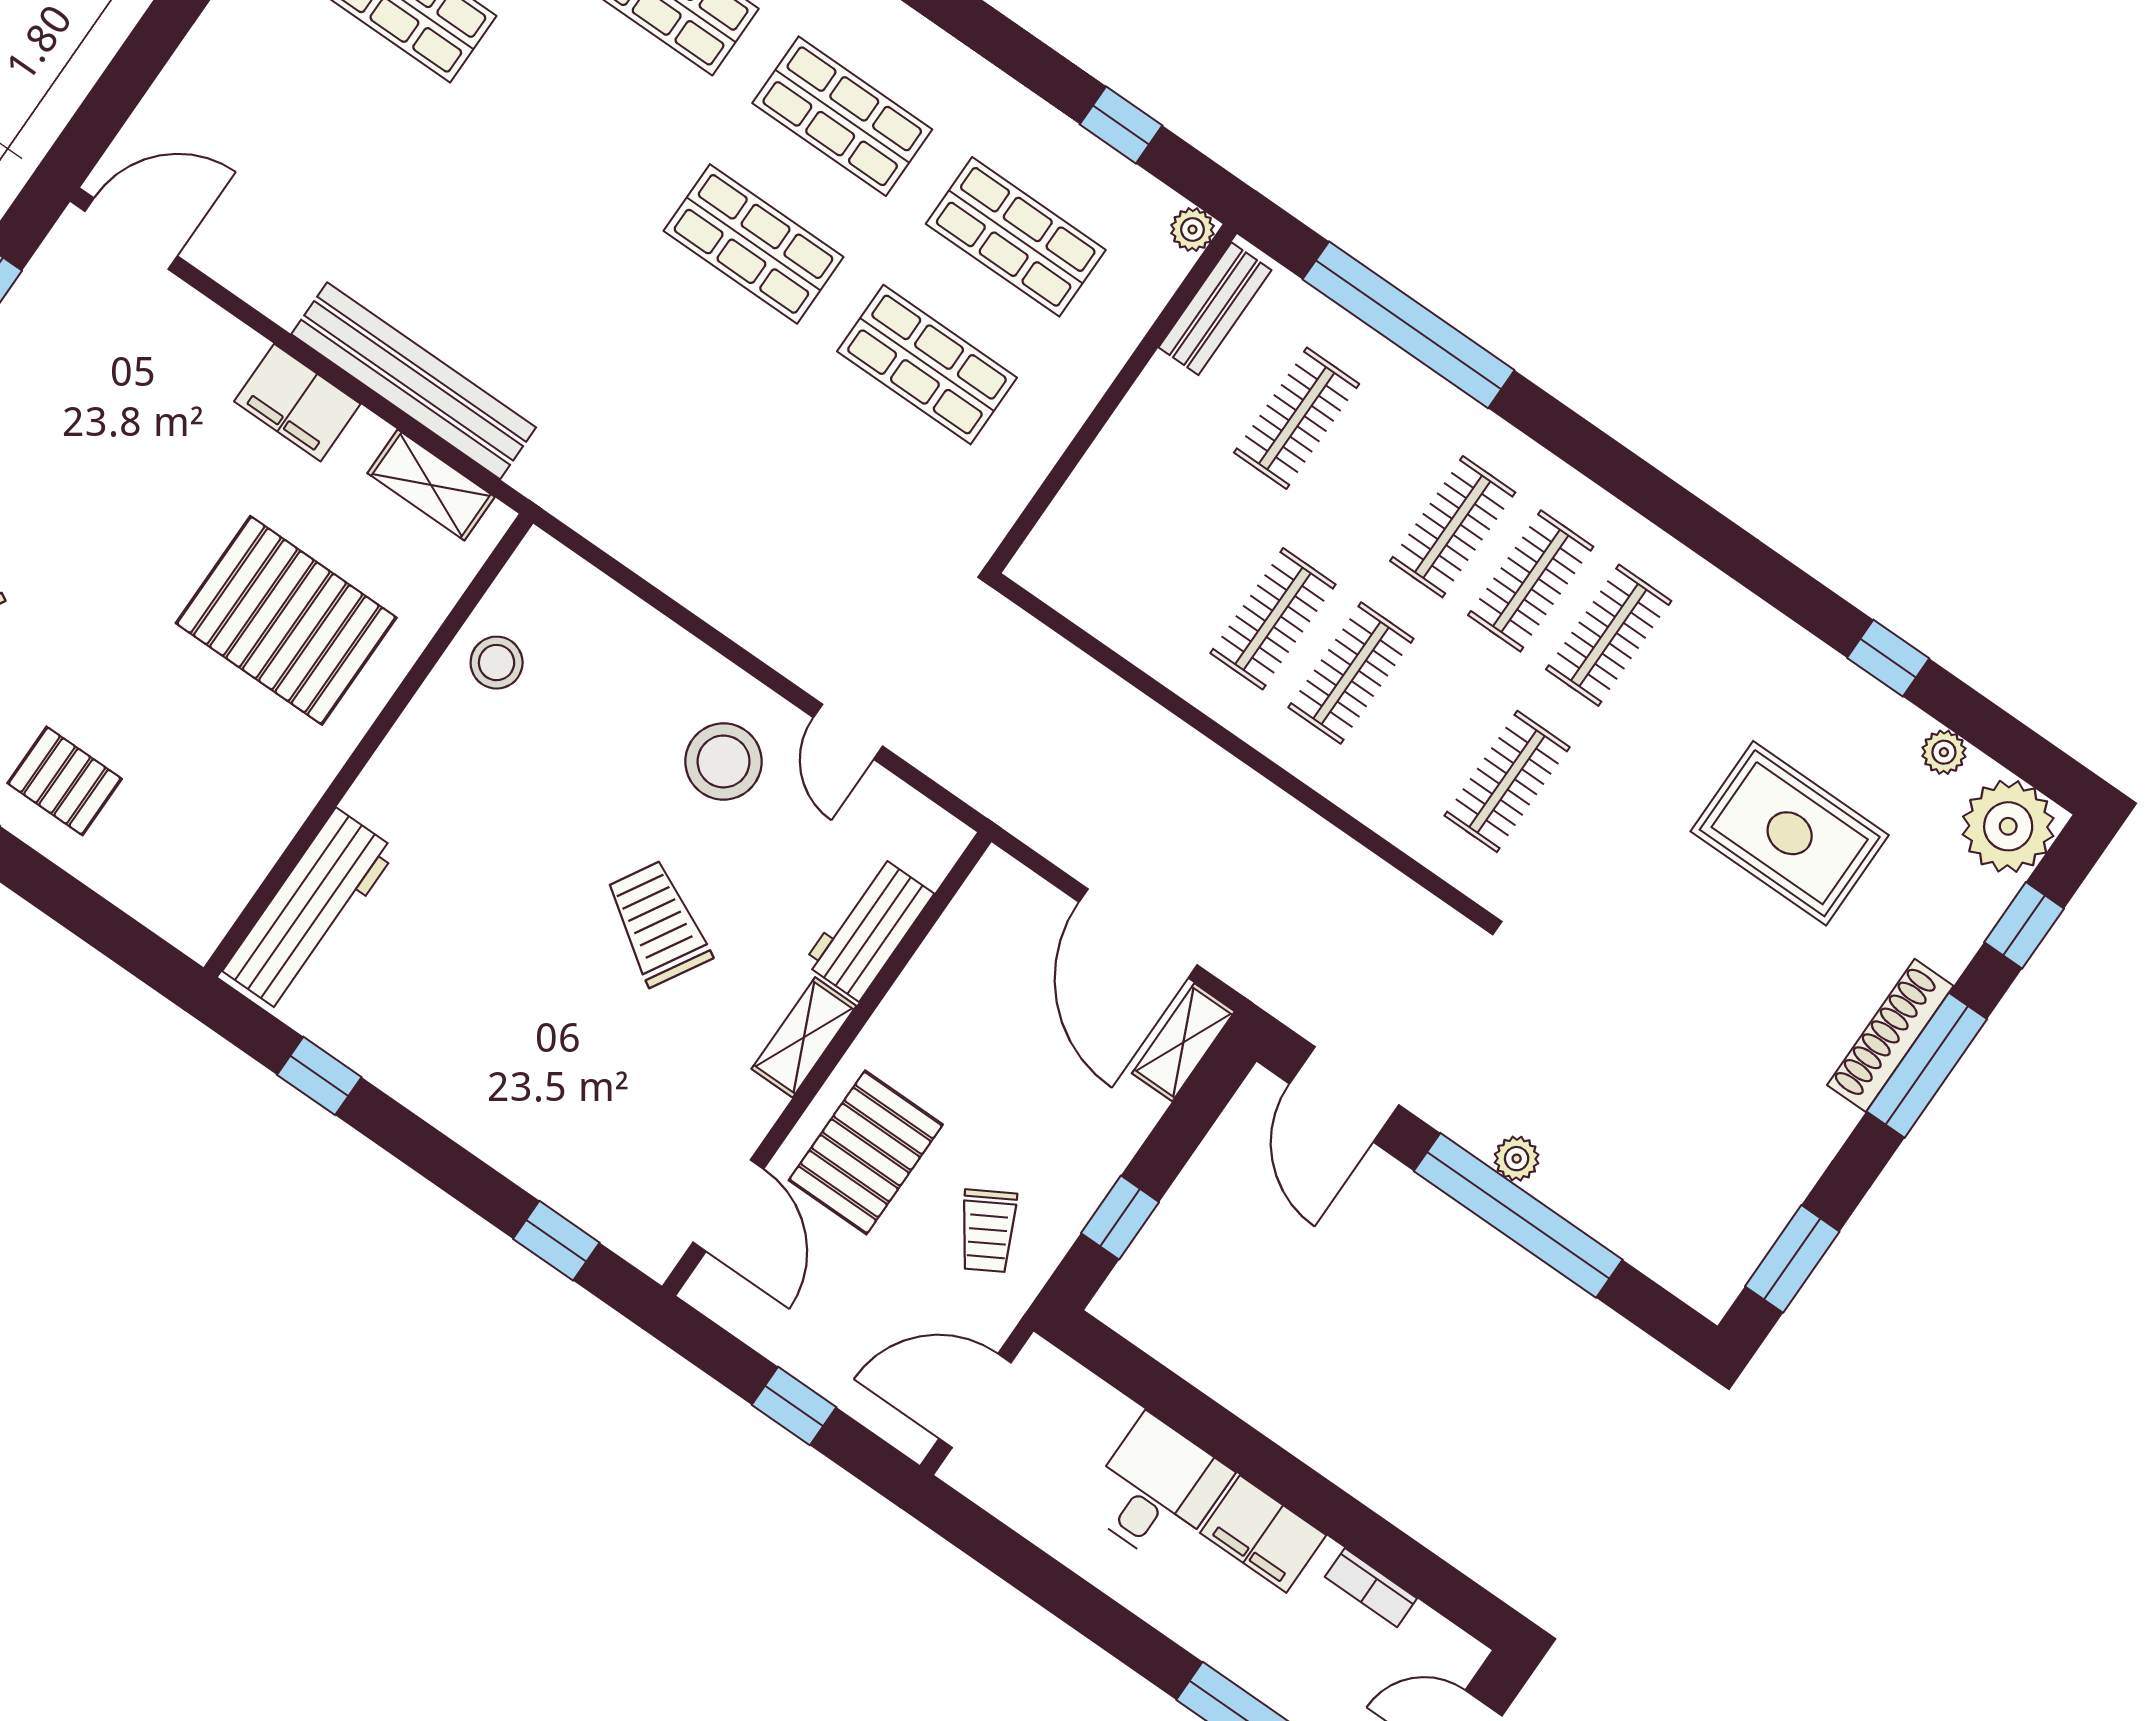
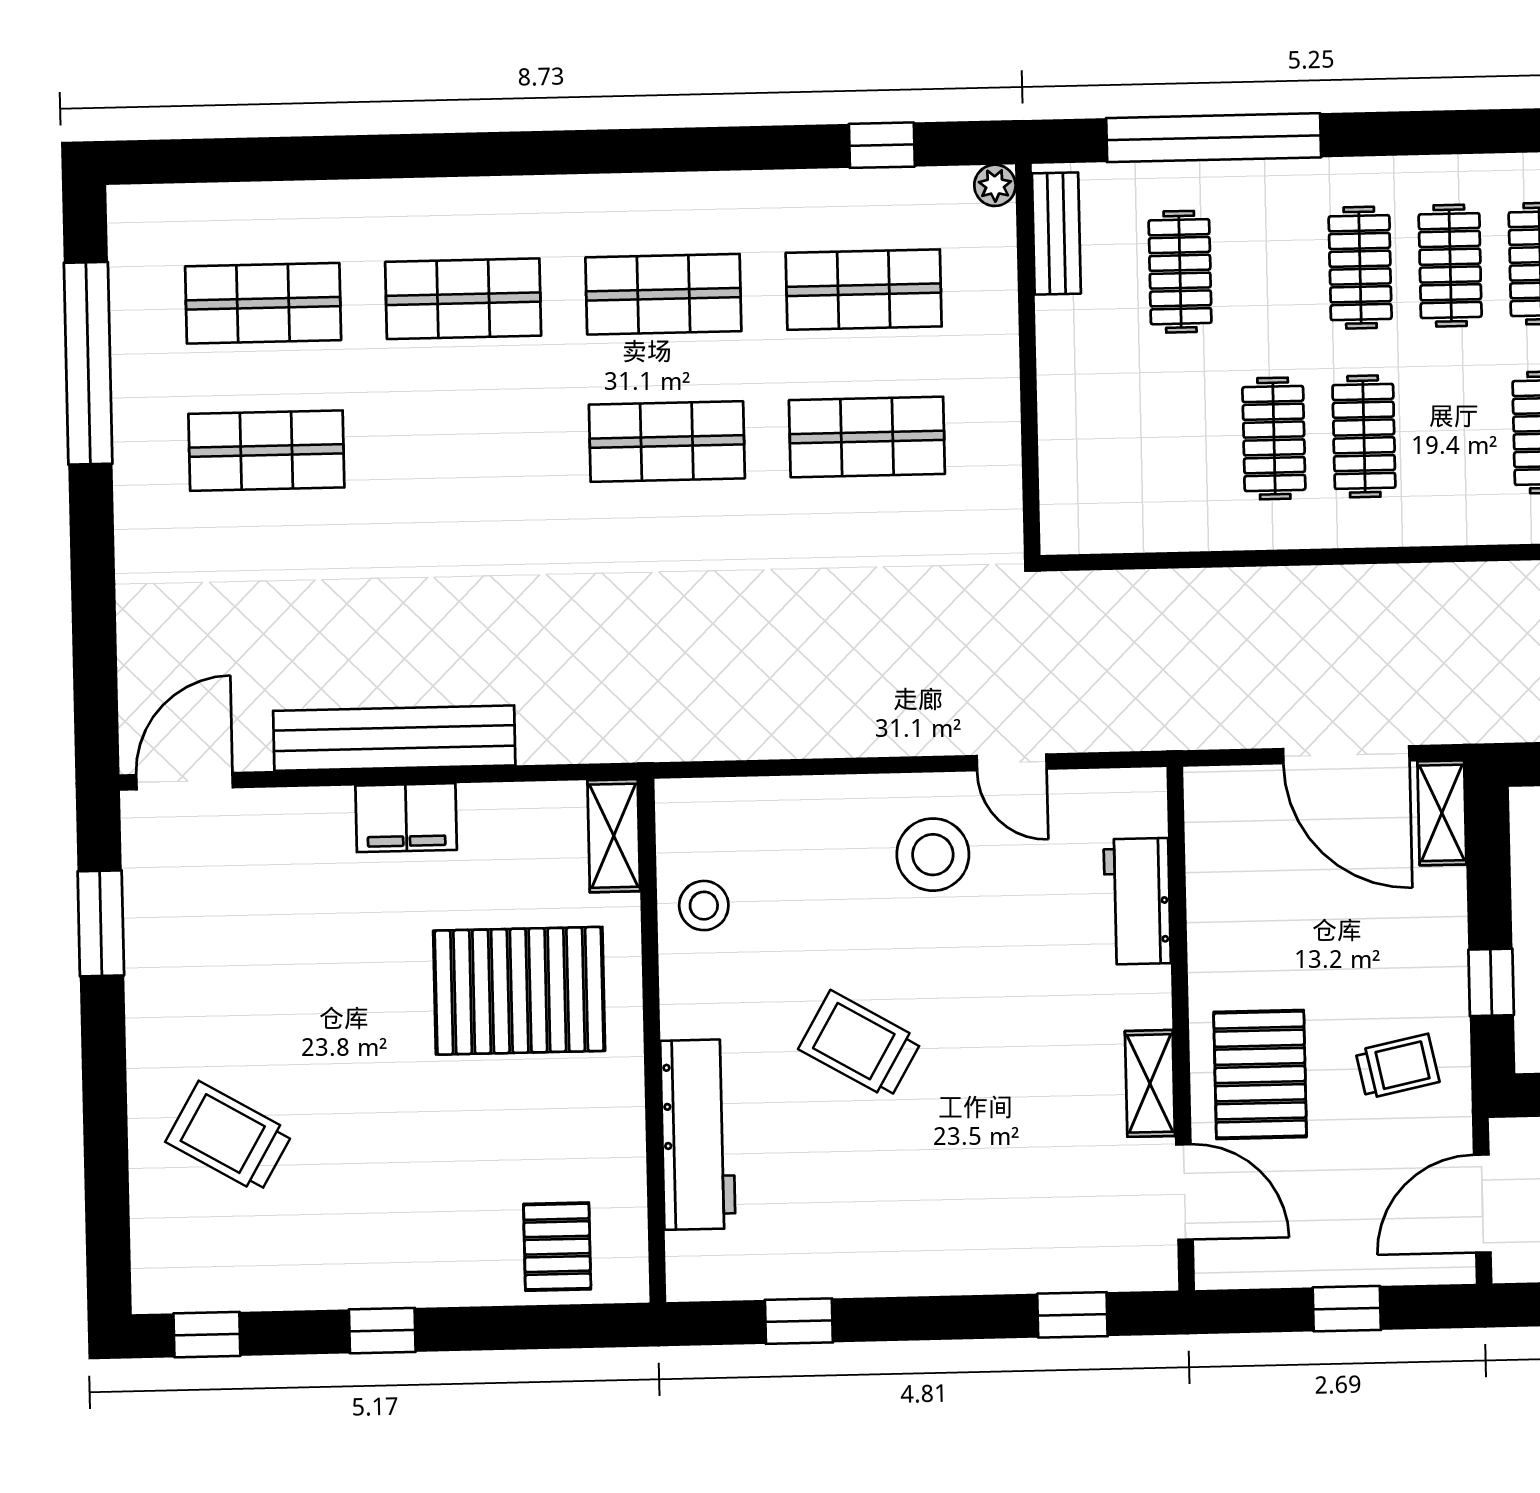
bench: (414, 381) -> (394, 738), moved
shelving: (431, 485) -> (614, 836), moved, turned 90
pallet: (65, 781) -> (557, 1247), moved, turned 90
workbench: (310, 911) -> (698, 1135), moved
trolley: (658, 923) -> (860, 1045), moved
shelving: (804, 1037) -> (1150, 1083), moved
trolley: (988, 1231) -> (1397, 1066), turned -72

